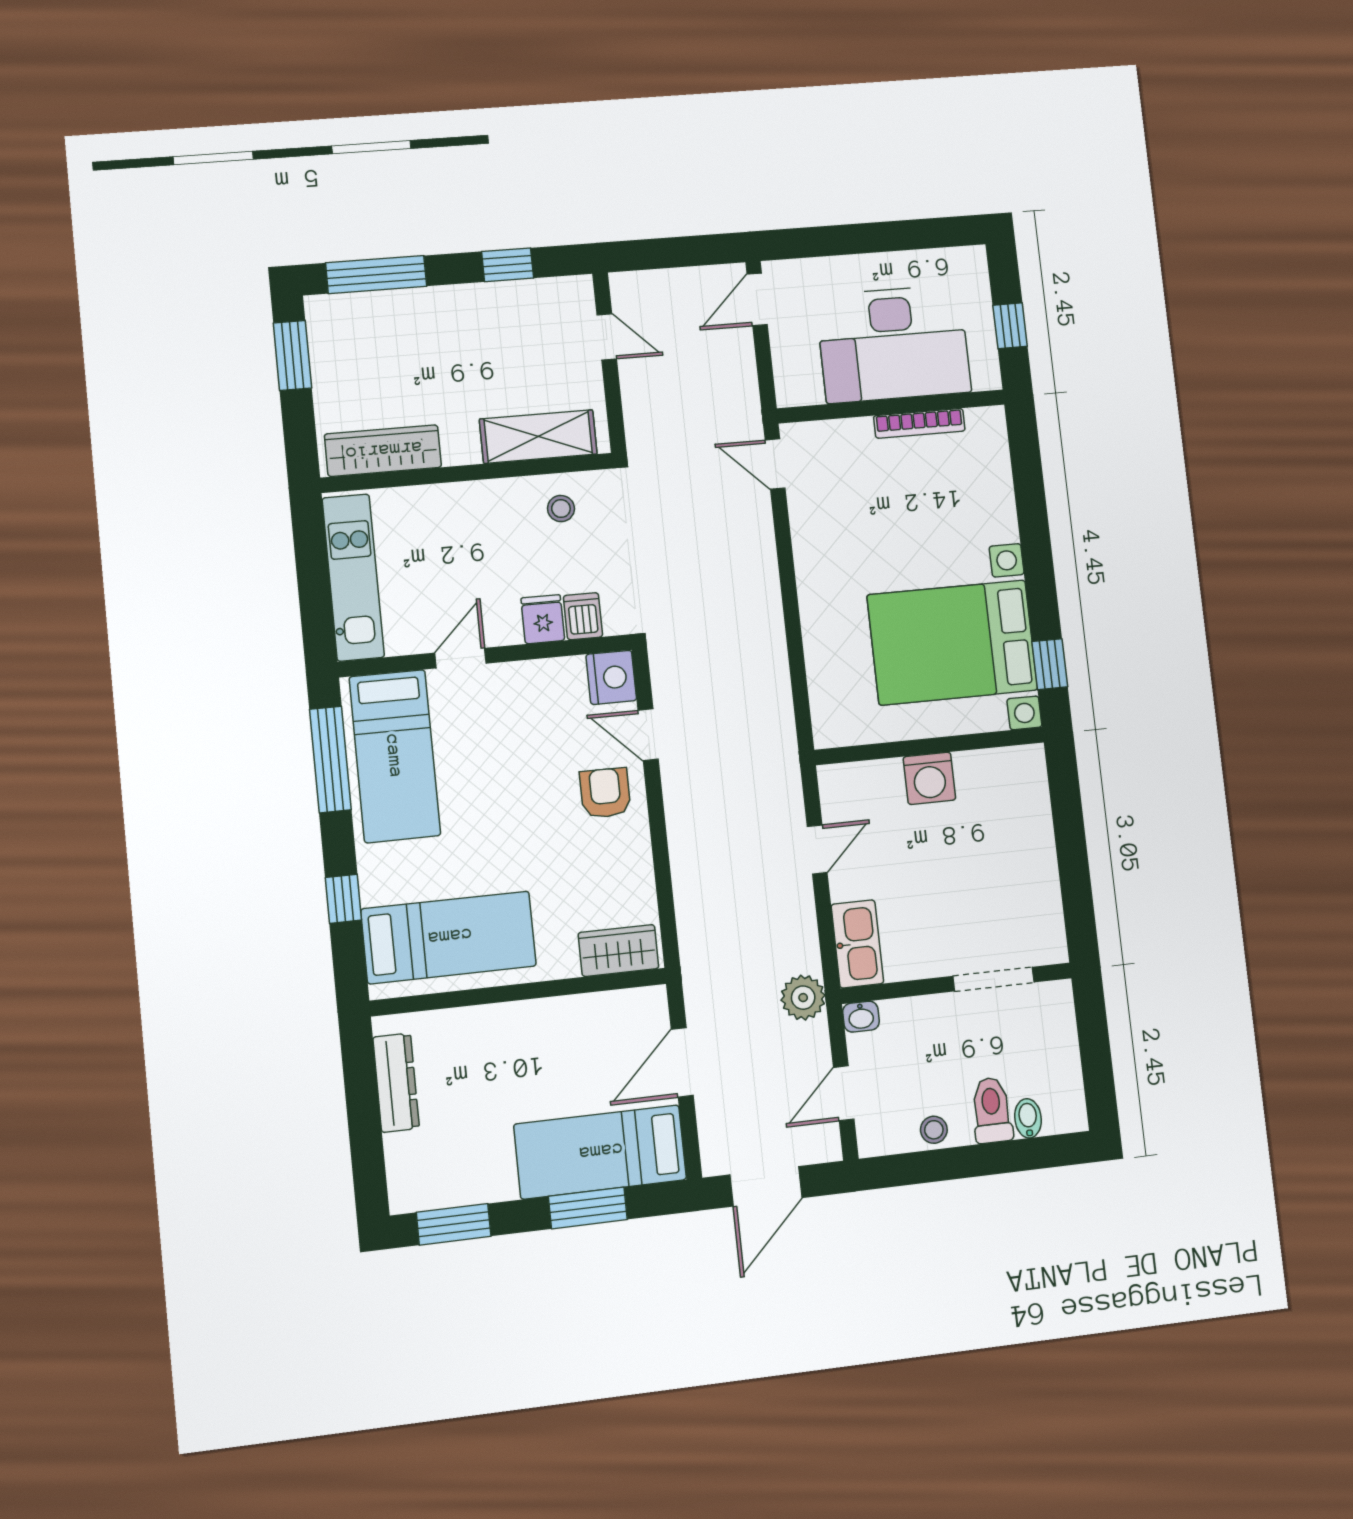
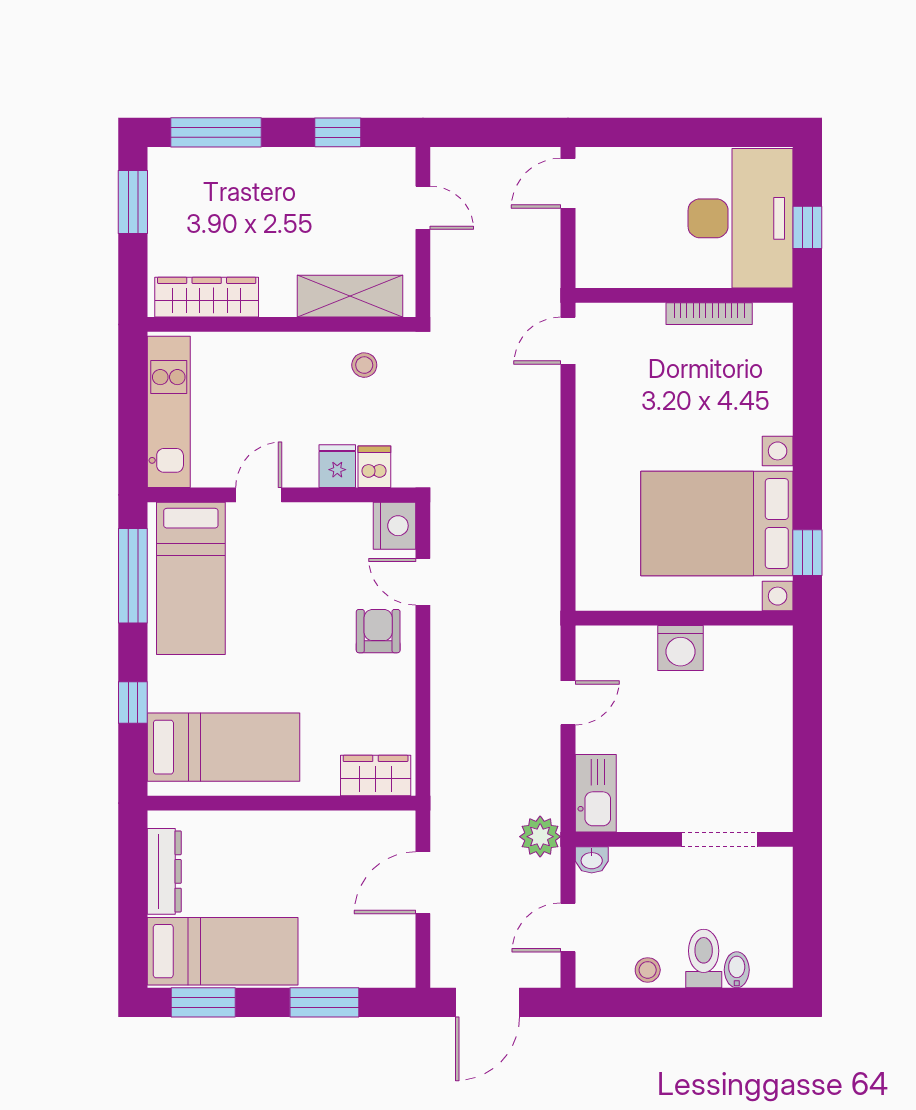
desk: (893, 344) -> (740, 218), moved, turned -90
door: (775, 464) -> (568, 341), hinge flipped
bed: (600, 1152) -> (223, 951), moved, turned 180

